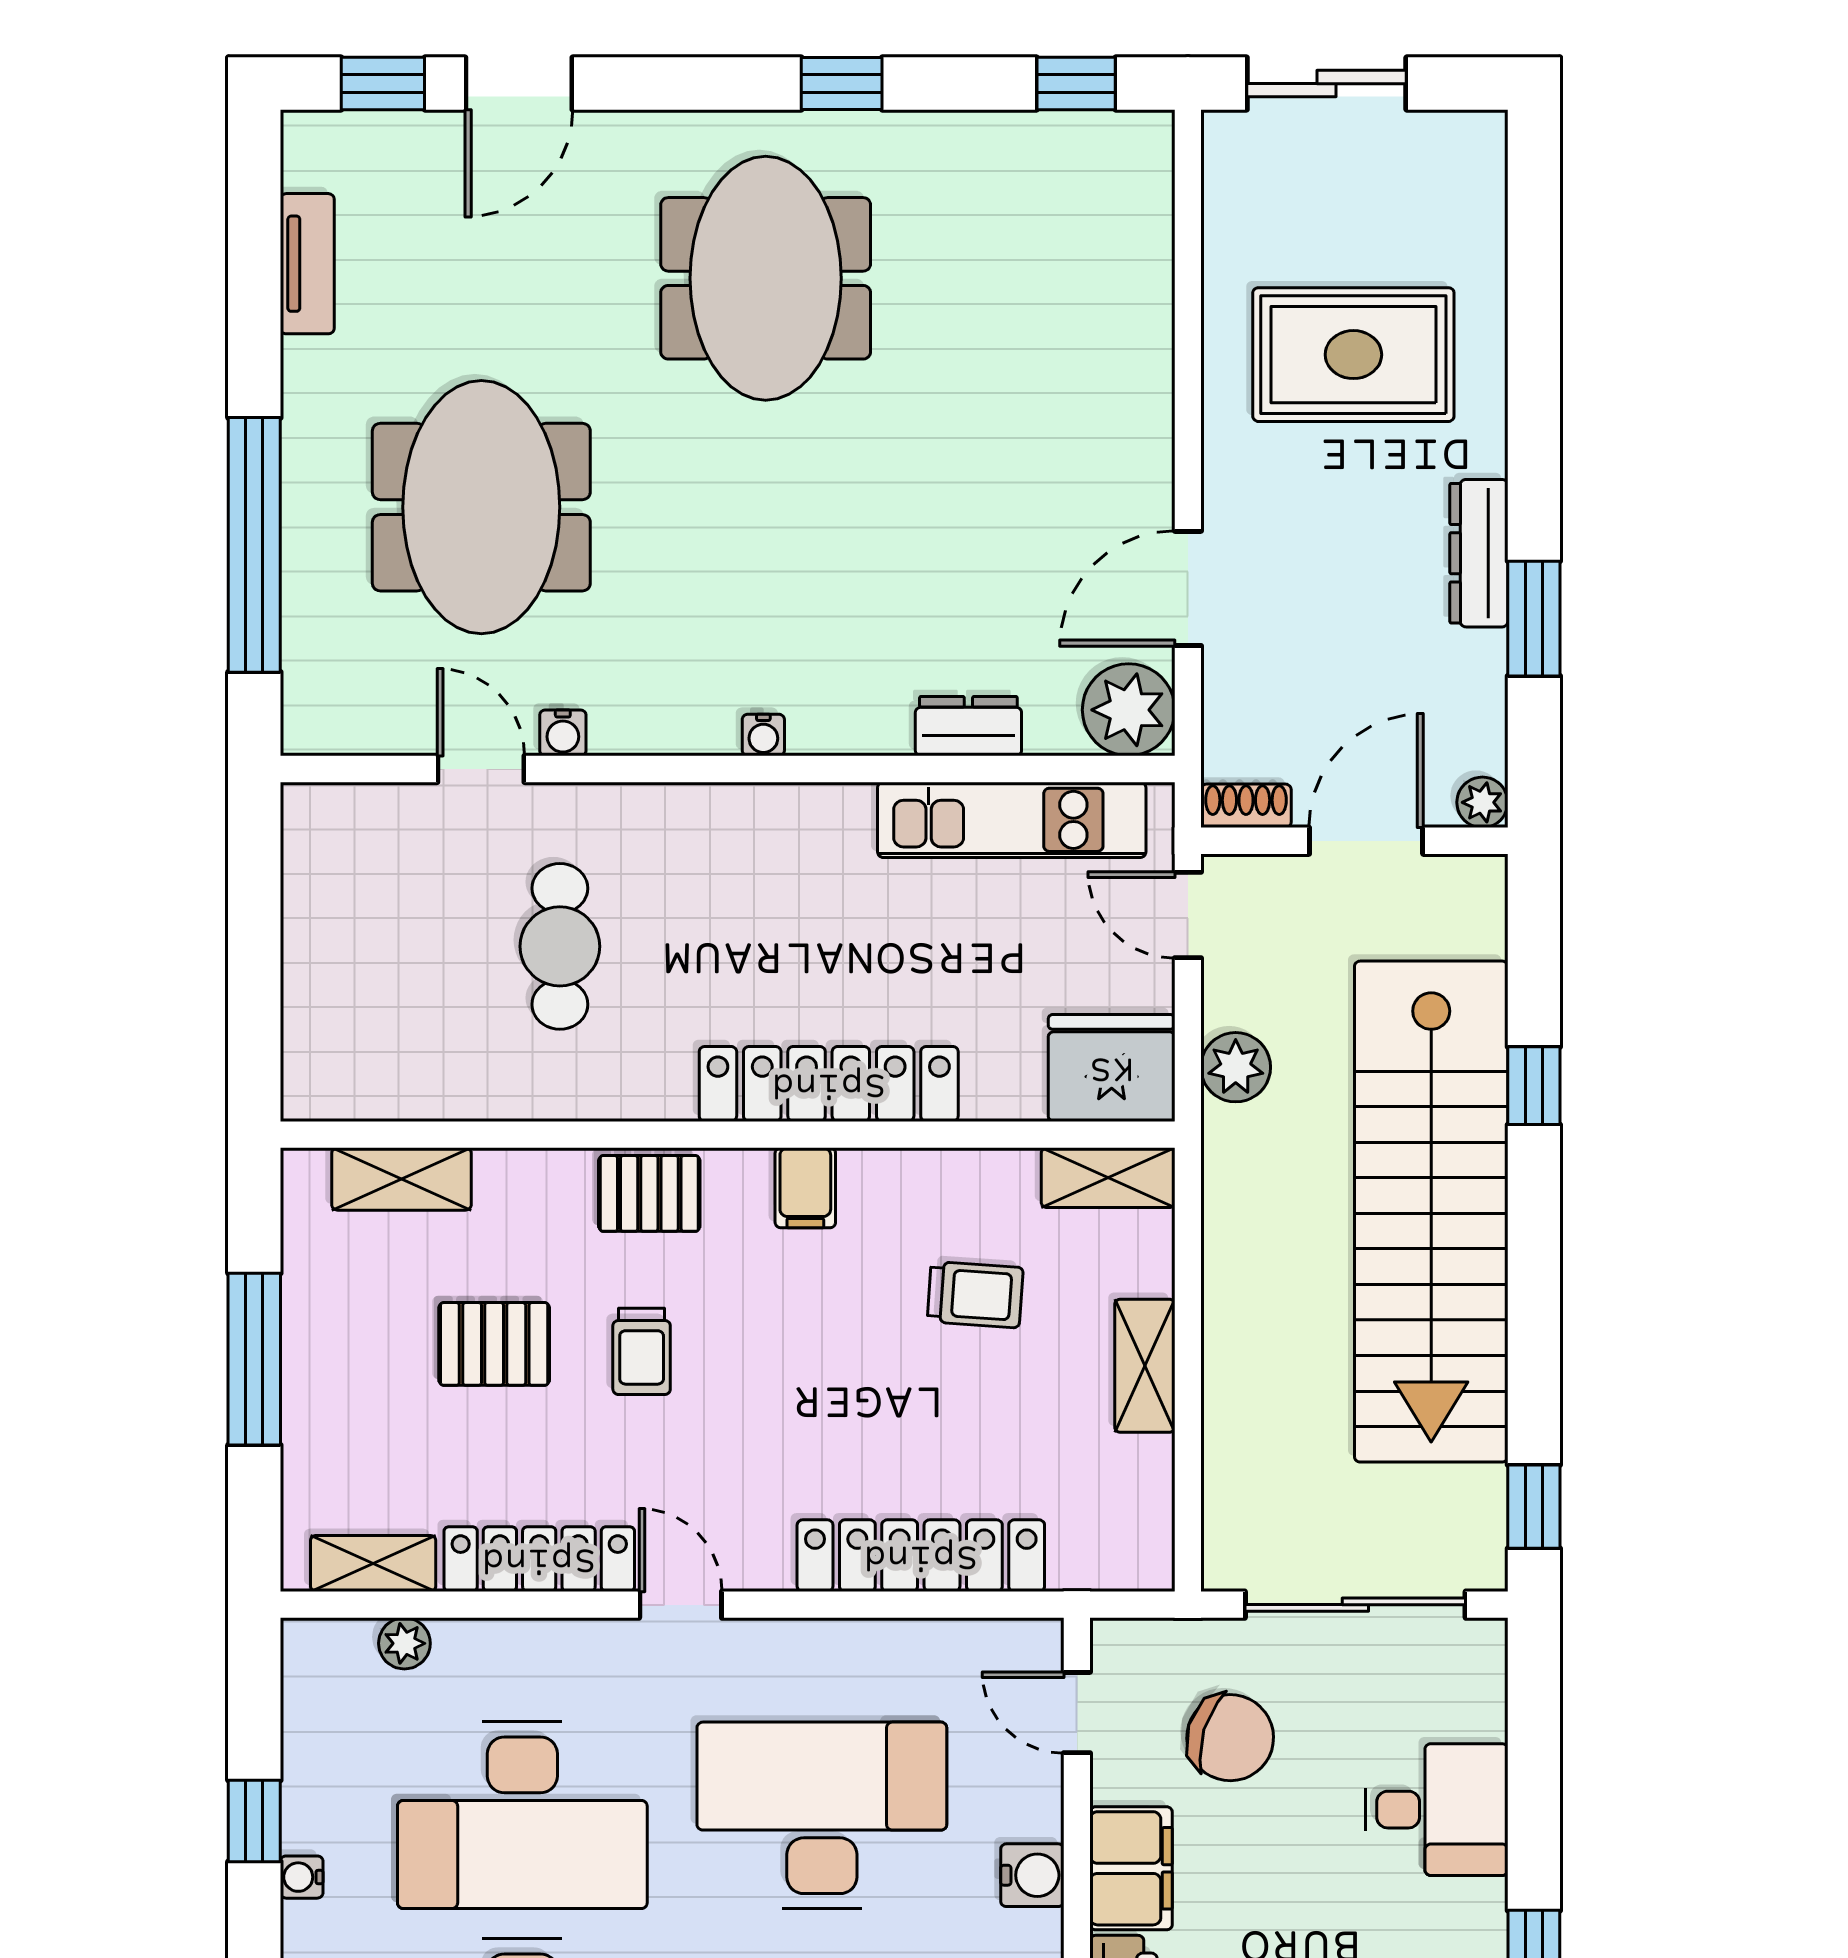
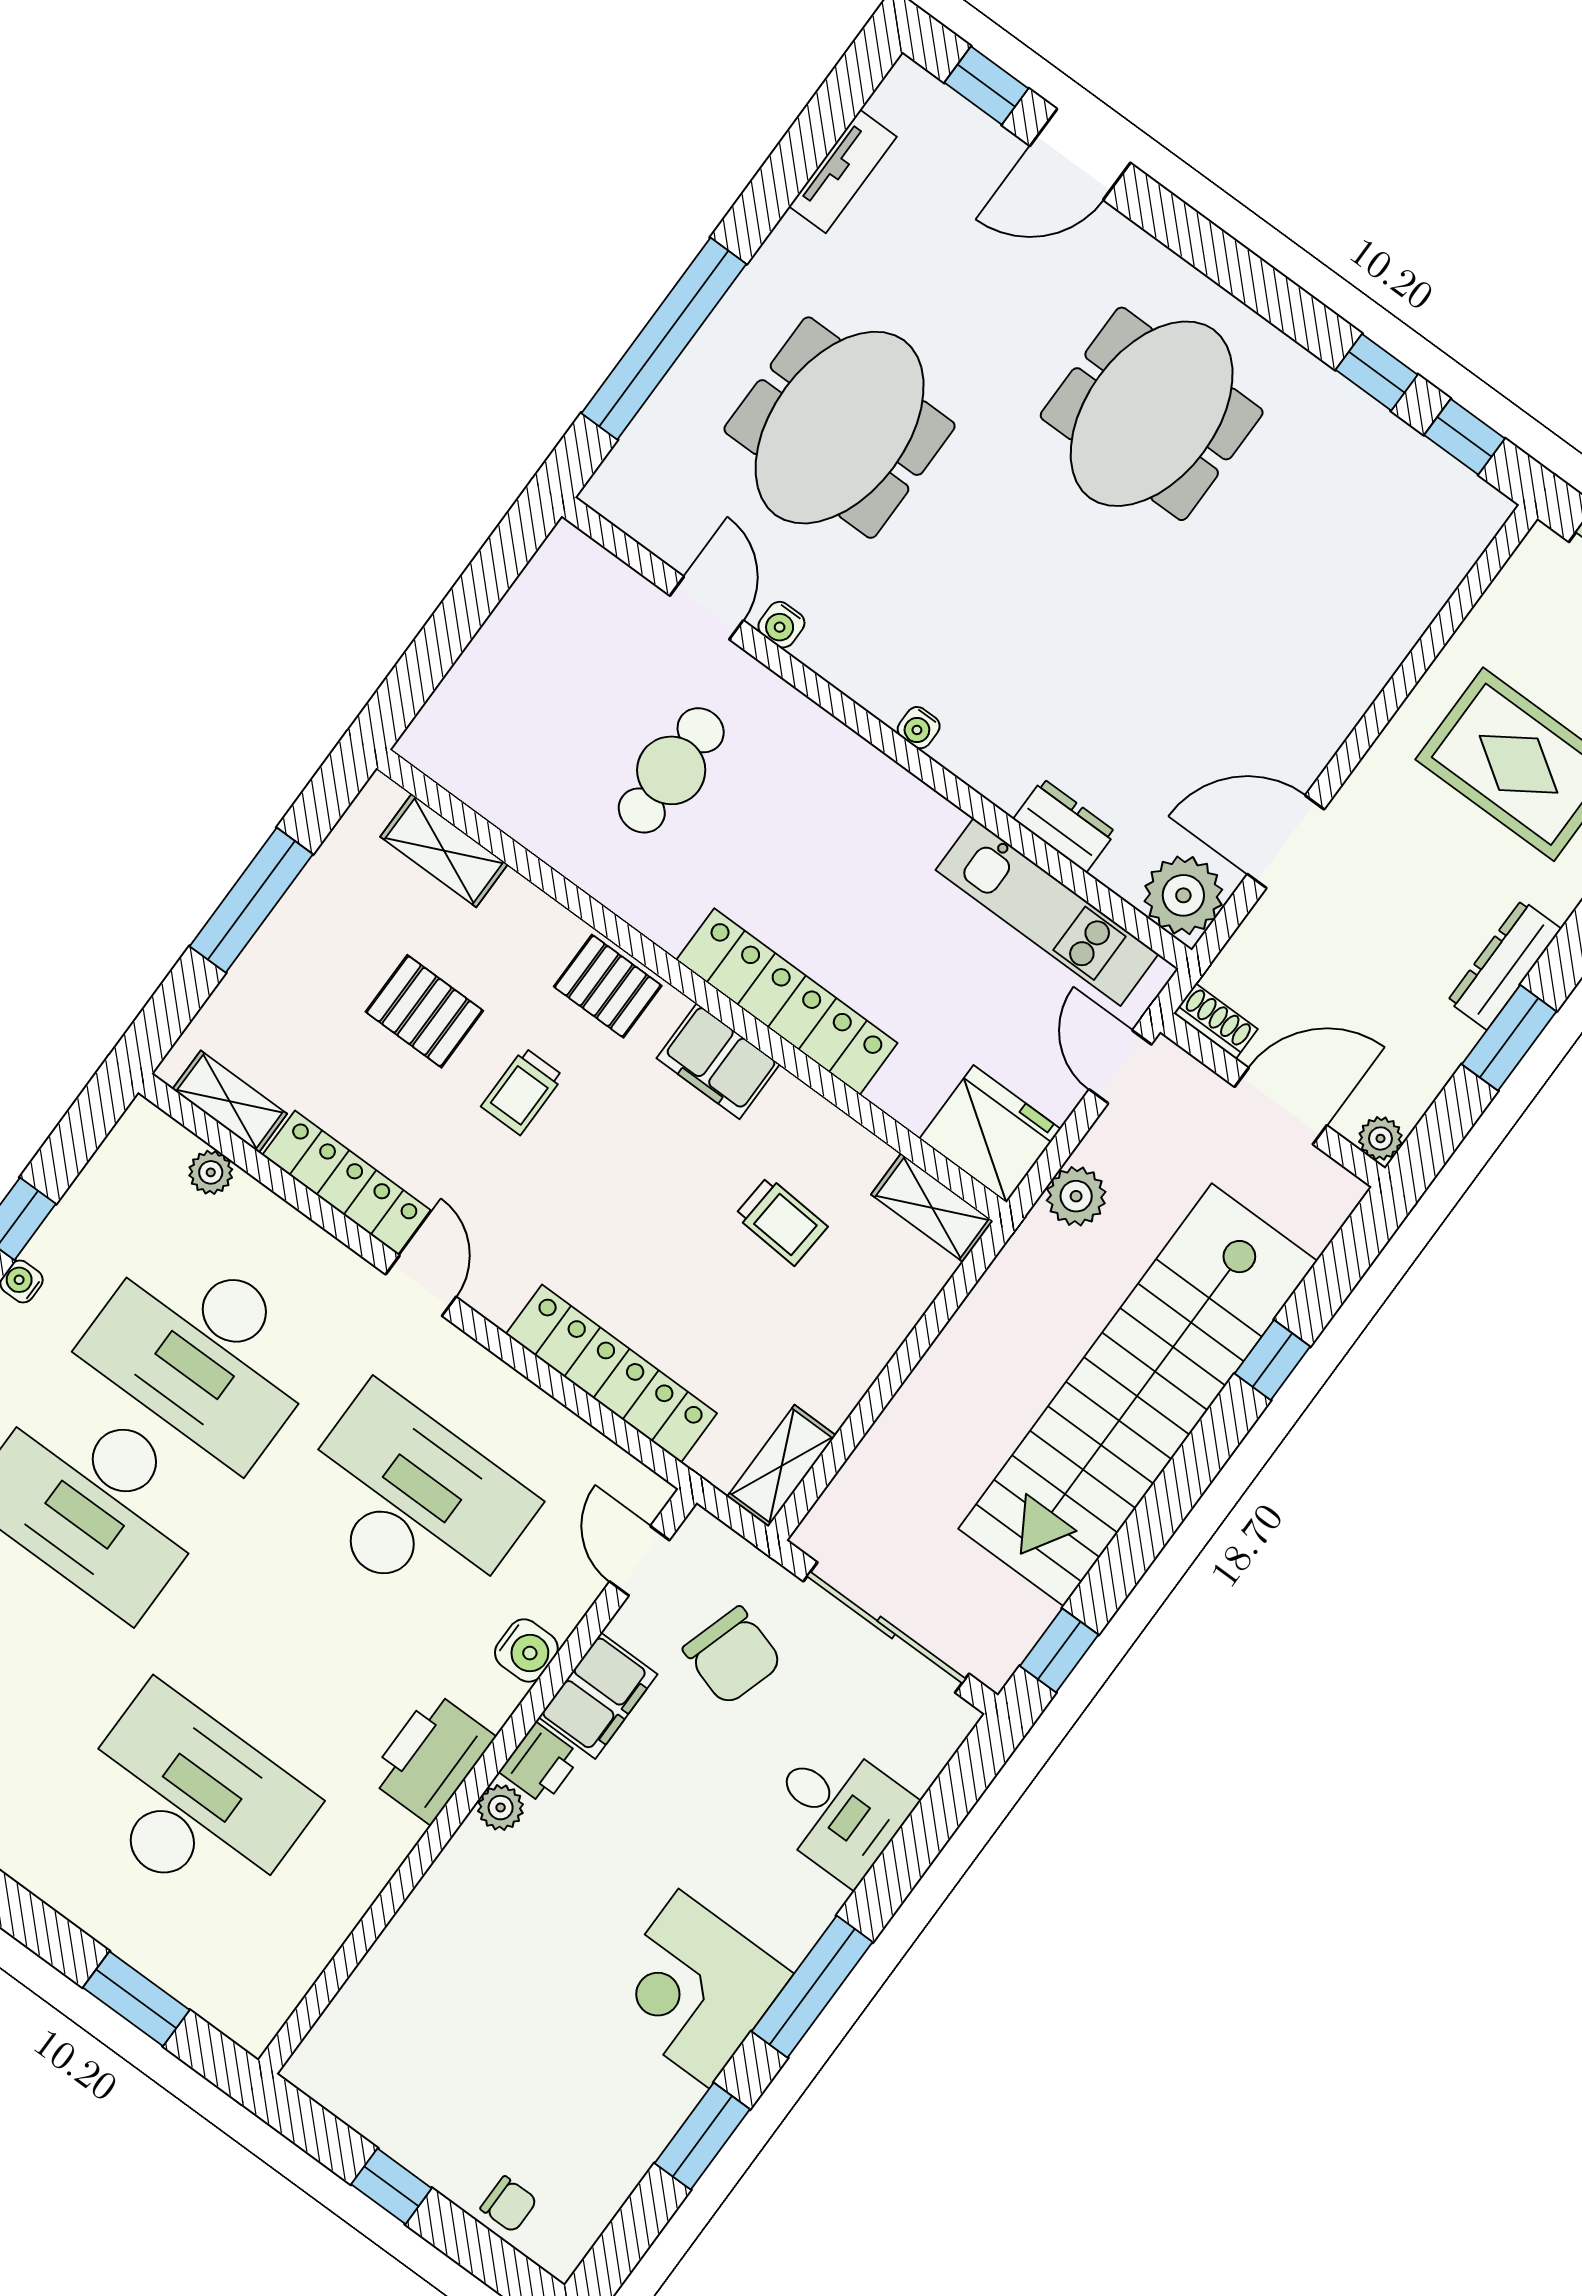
window: (842, 84) -> (1377, 372), moved
filing cabinet: (805, 1188) -> (718, 1061), width x2.00
shelving: (1145, 1366) -> (781, 1466), moved

